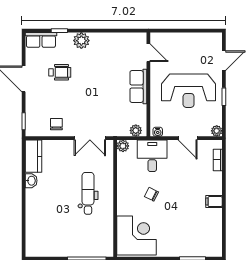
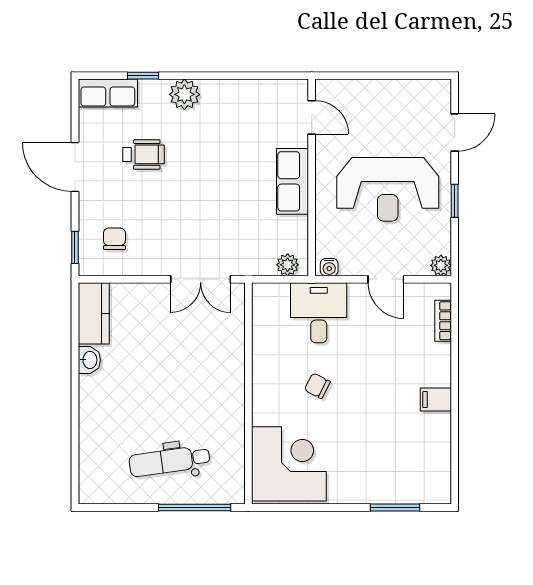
chair: (56, 124) -> (114, 239), moved
plant: (123, 146) -> (263, 294), removed
dental chair: (88, 193) -> (170, 461), moved, turned -98

